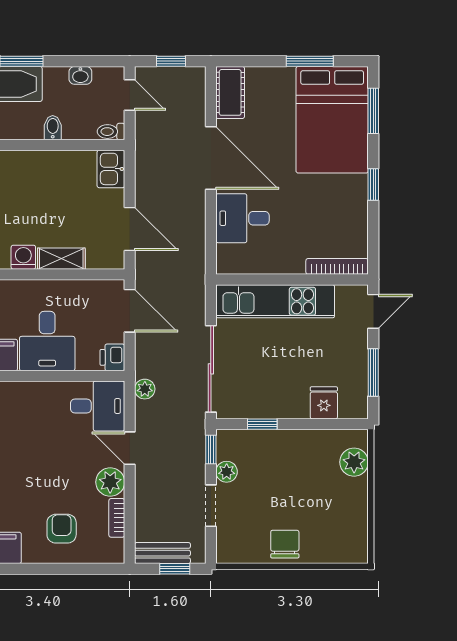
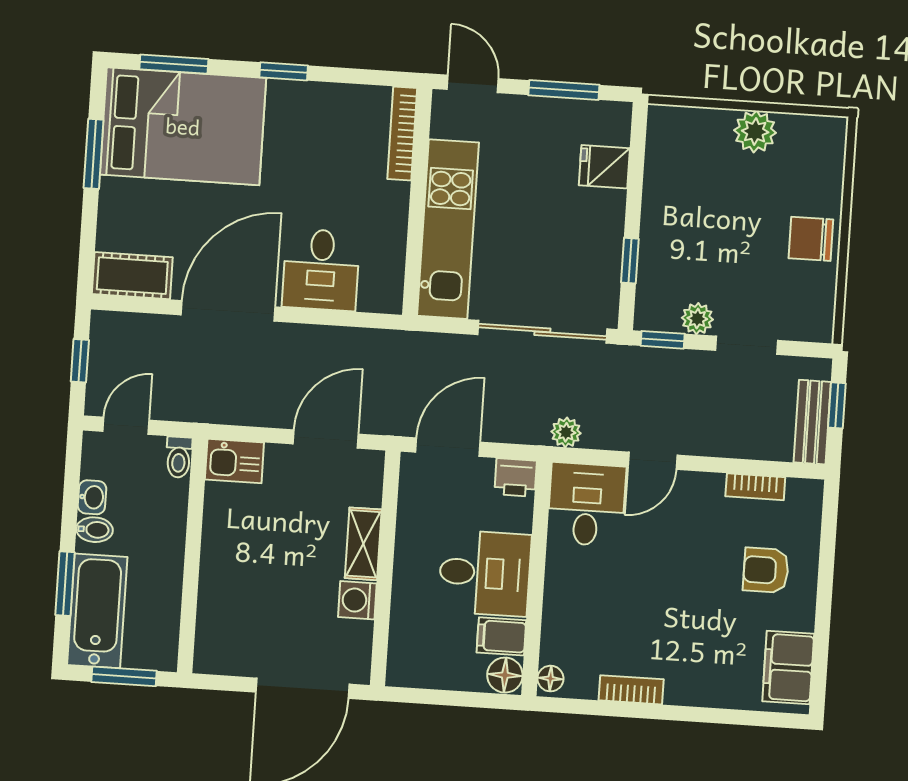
bidet: (53, 128) -> (95, 530), moved, turned 180
plant: (354, 462) -> (755, 132), moved
plant: (110, 482) -> (701, 493), removed

